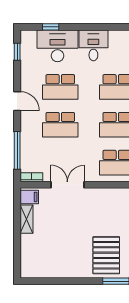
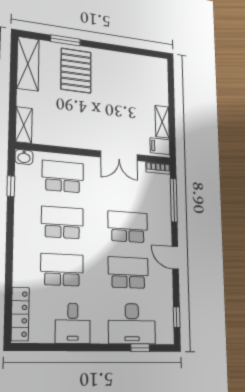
desk: (93, 45) -> (73, 323), moved

